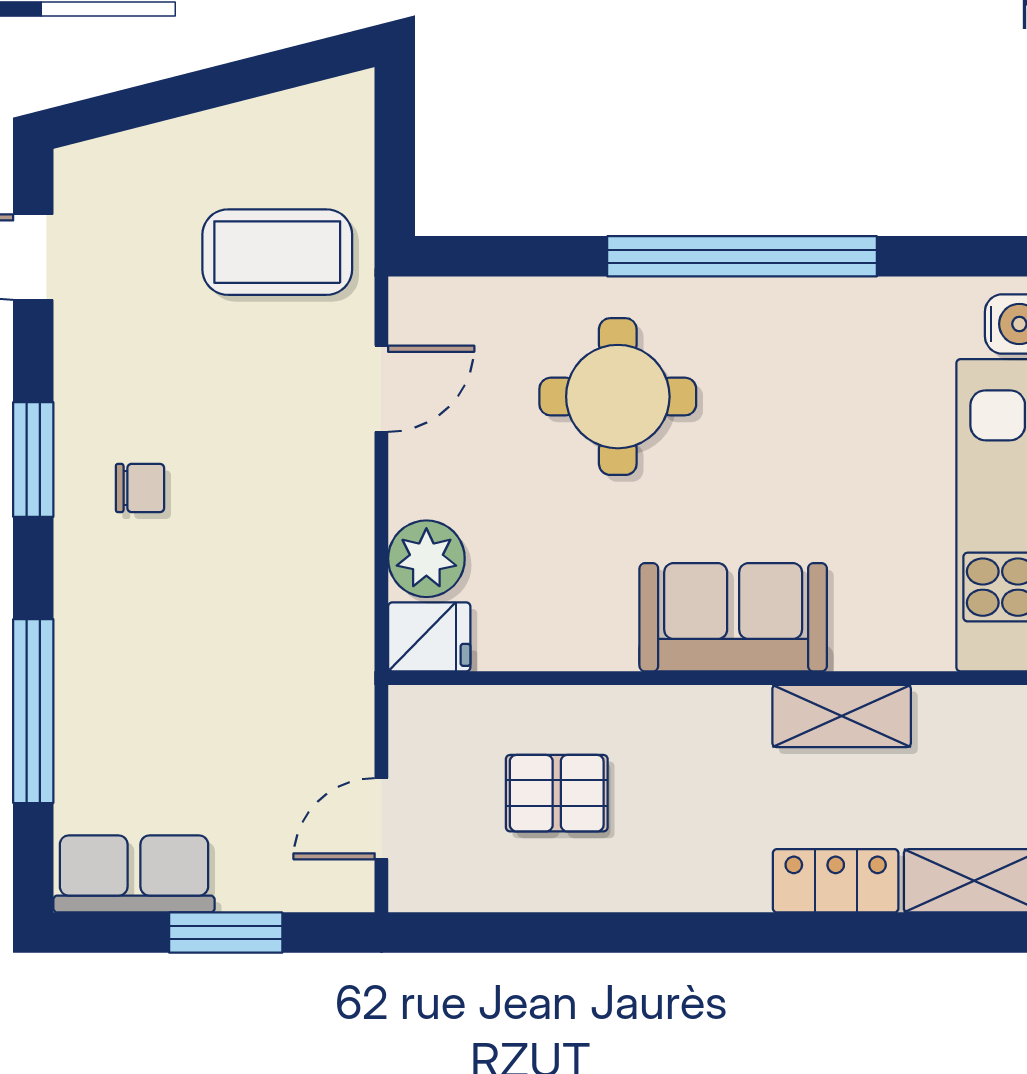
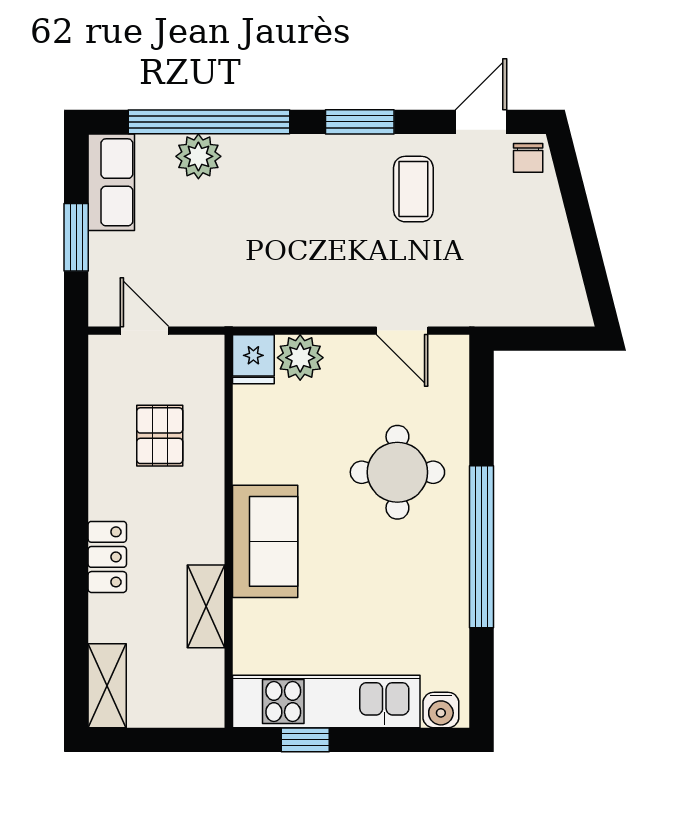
coffee table: (277, 252) -> (413, 189), moved, width x0.73, depth x0.77
chair: (140, 488) -> (528, 158), moved
window: (33, 711) -> (209, 122), width x1.46
plant: (91, 729) -> (198, 156), added
locker: (836, 881) -> (107, 557), moved

